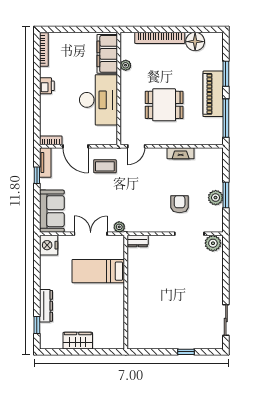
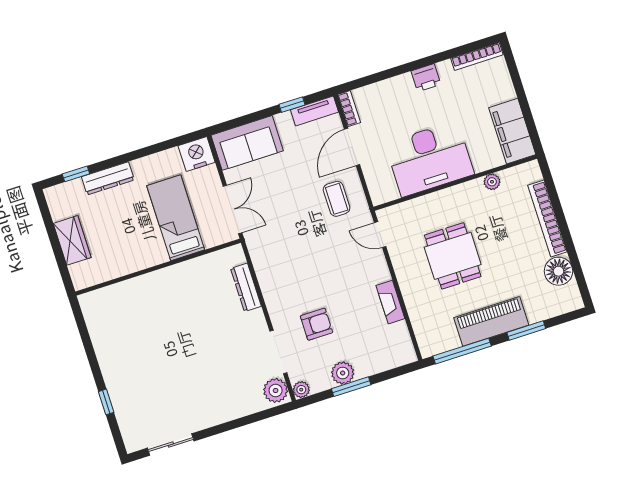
filing cabinet: (107, 54) -> (512, 131), moved, turned -90
plant: (119, 227) -> (301, 390), moved
dresser: (138, 241) -> (246, 287), width x1.44
bed: (98, 271) -> (176, 218), moved
wall: (126, 292) -> (158, 267), moved

